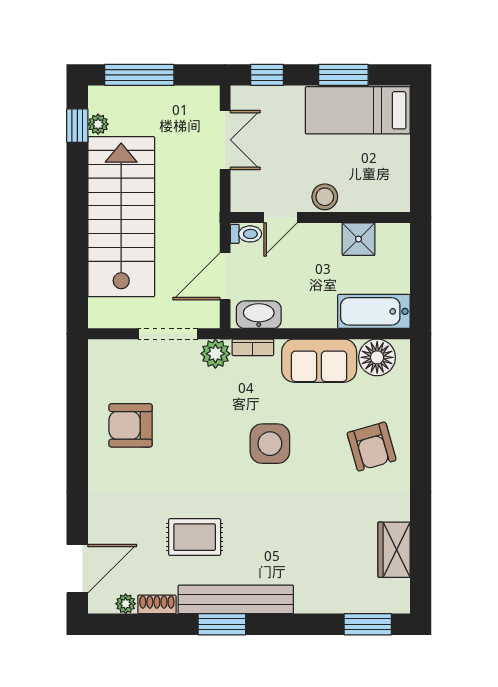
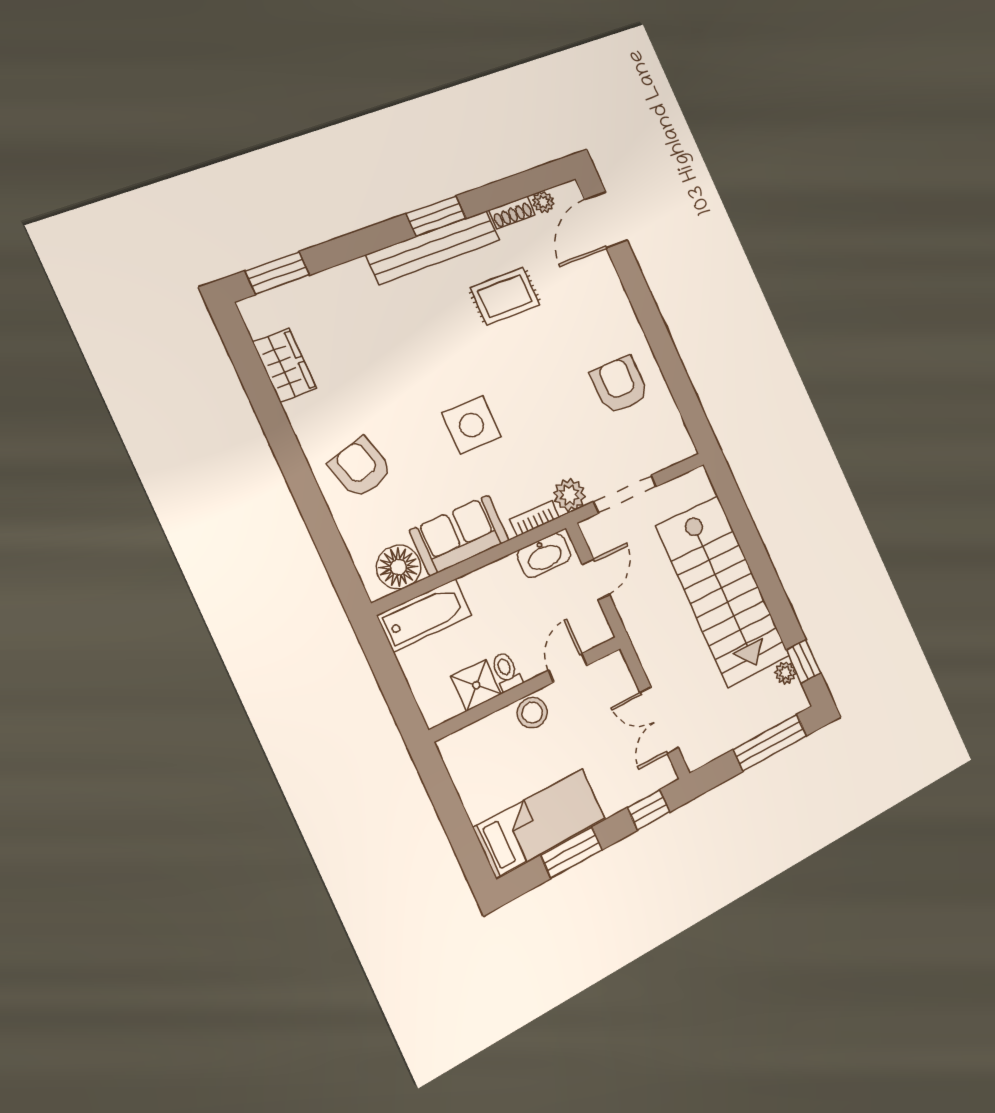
toilet: (246, 234) -> (506, 671), moved, turned 90
door: (225, 276) -> (596, 579), width x0.73
armchair: (131, 425) -> (620, 385), turned -90

